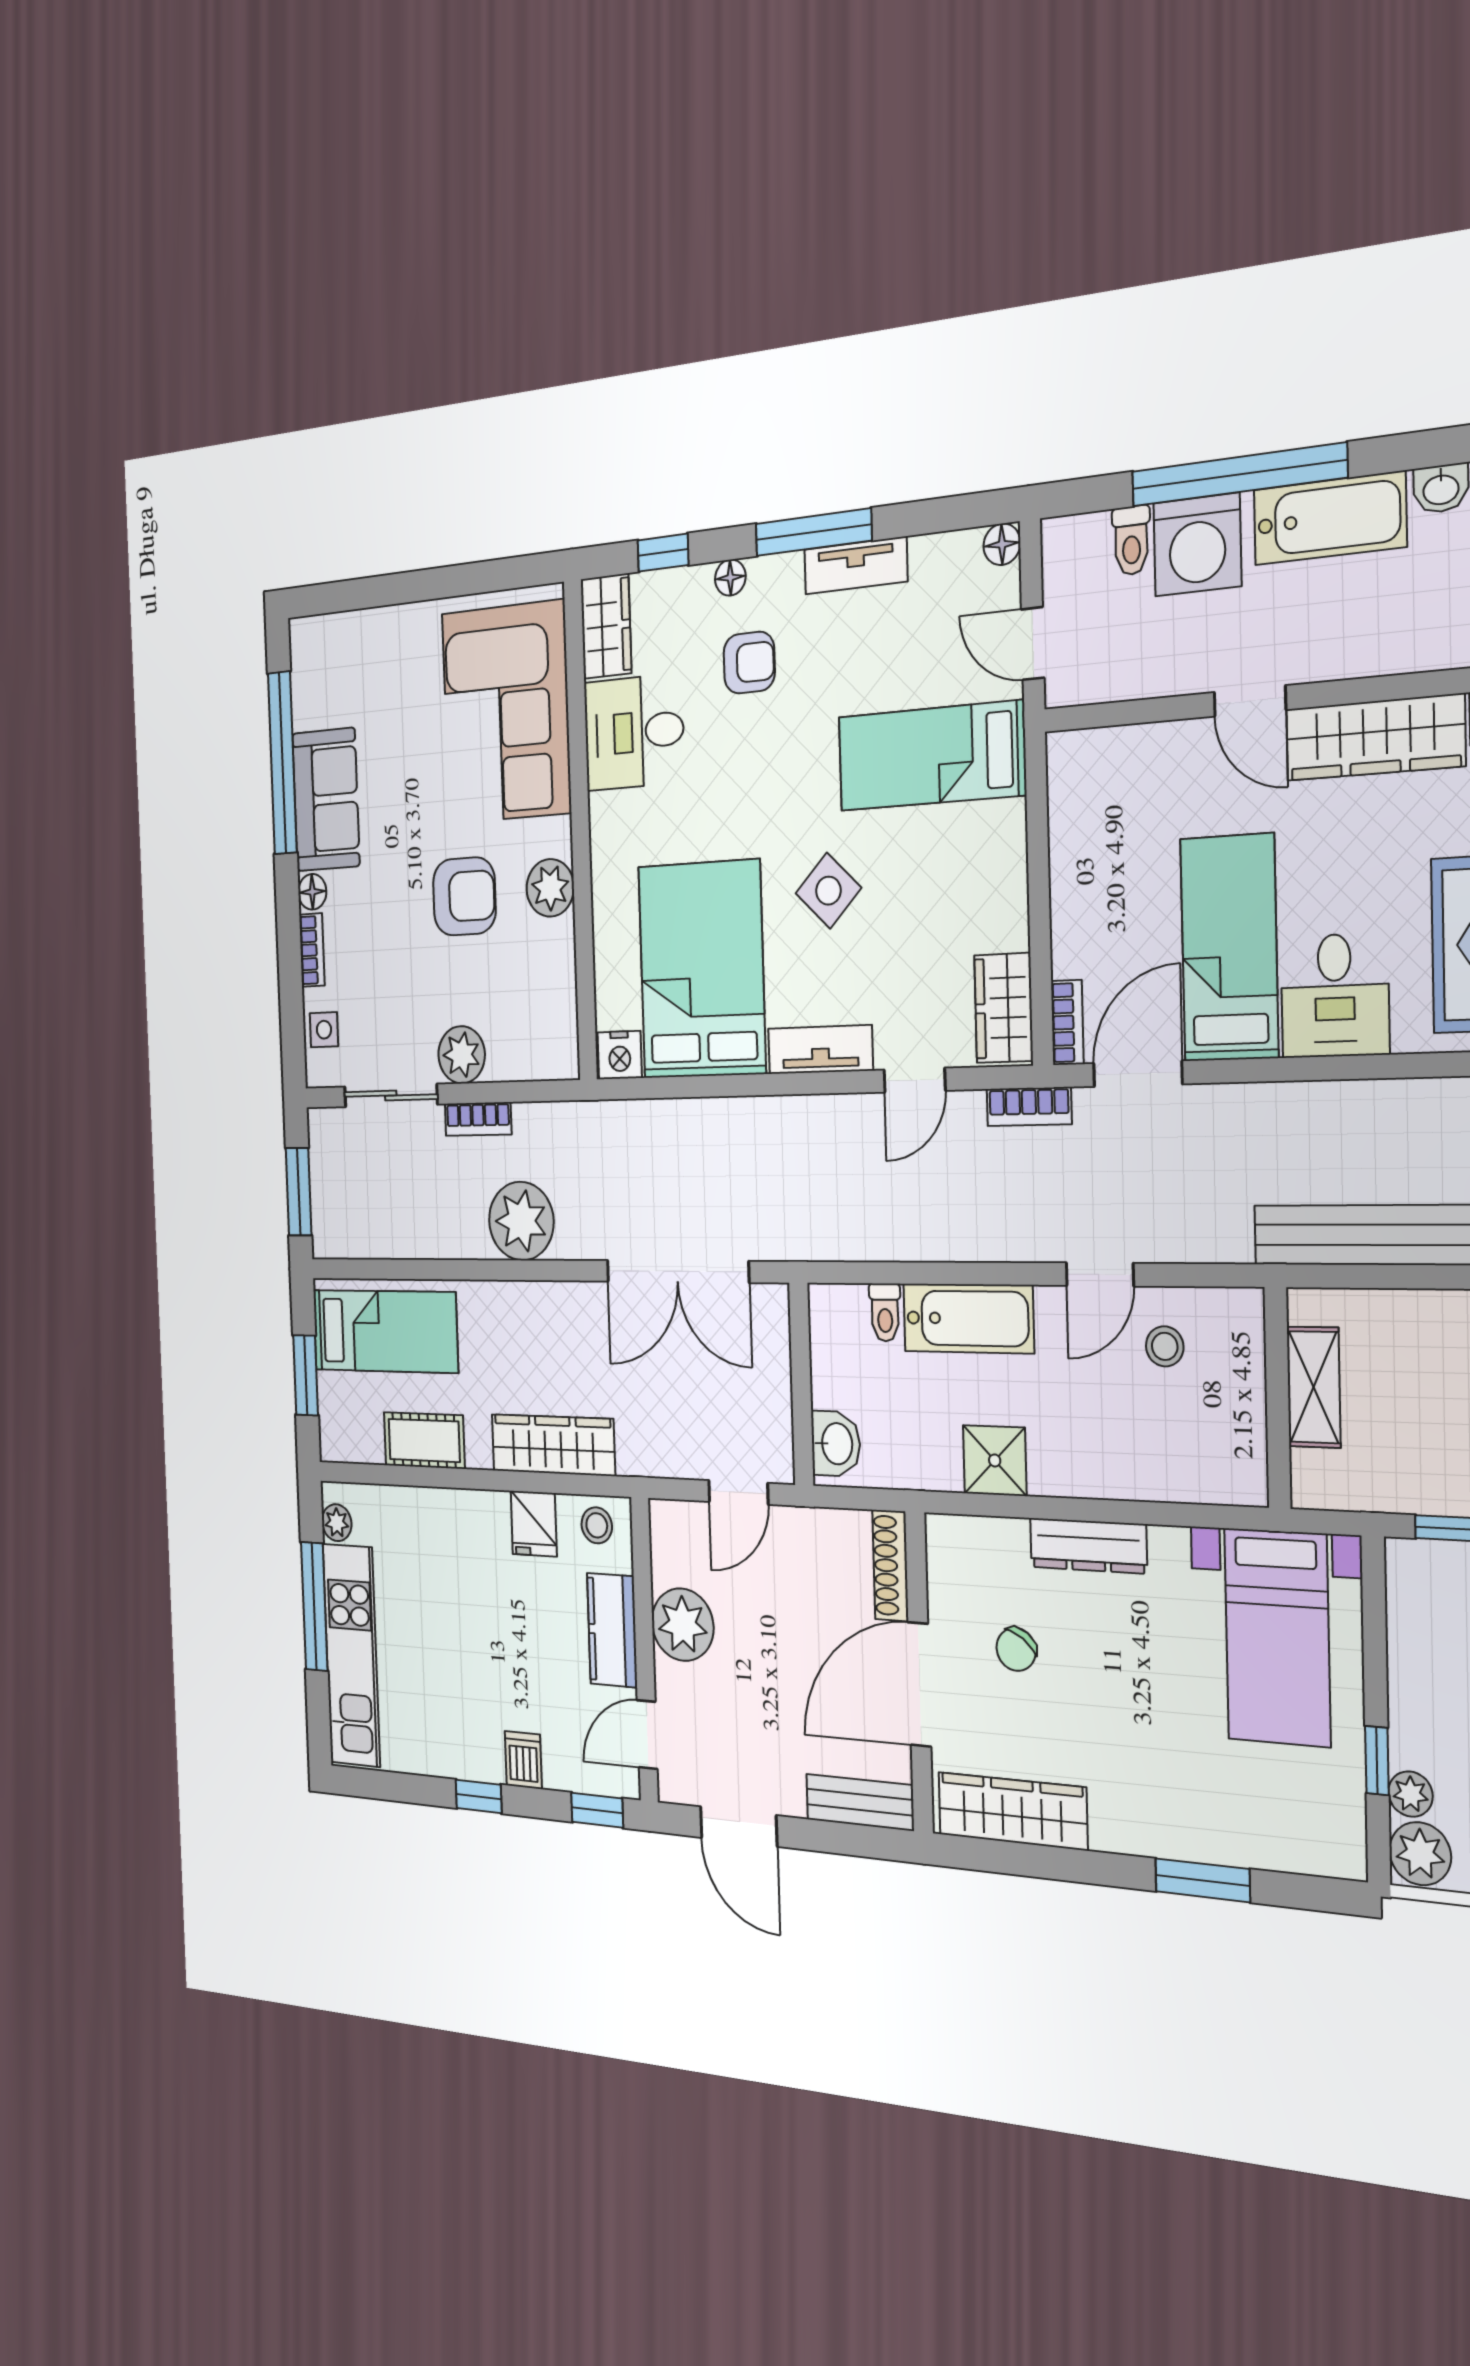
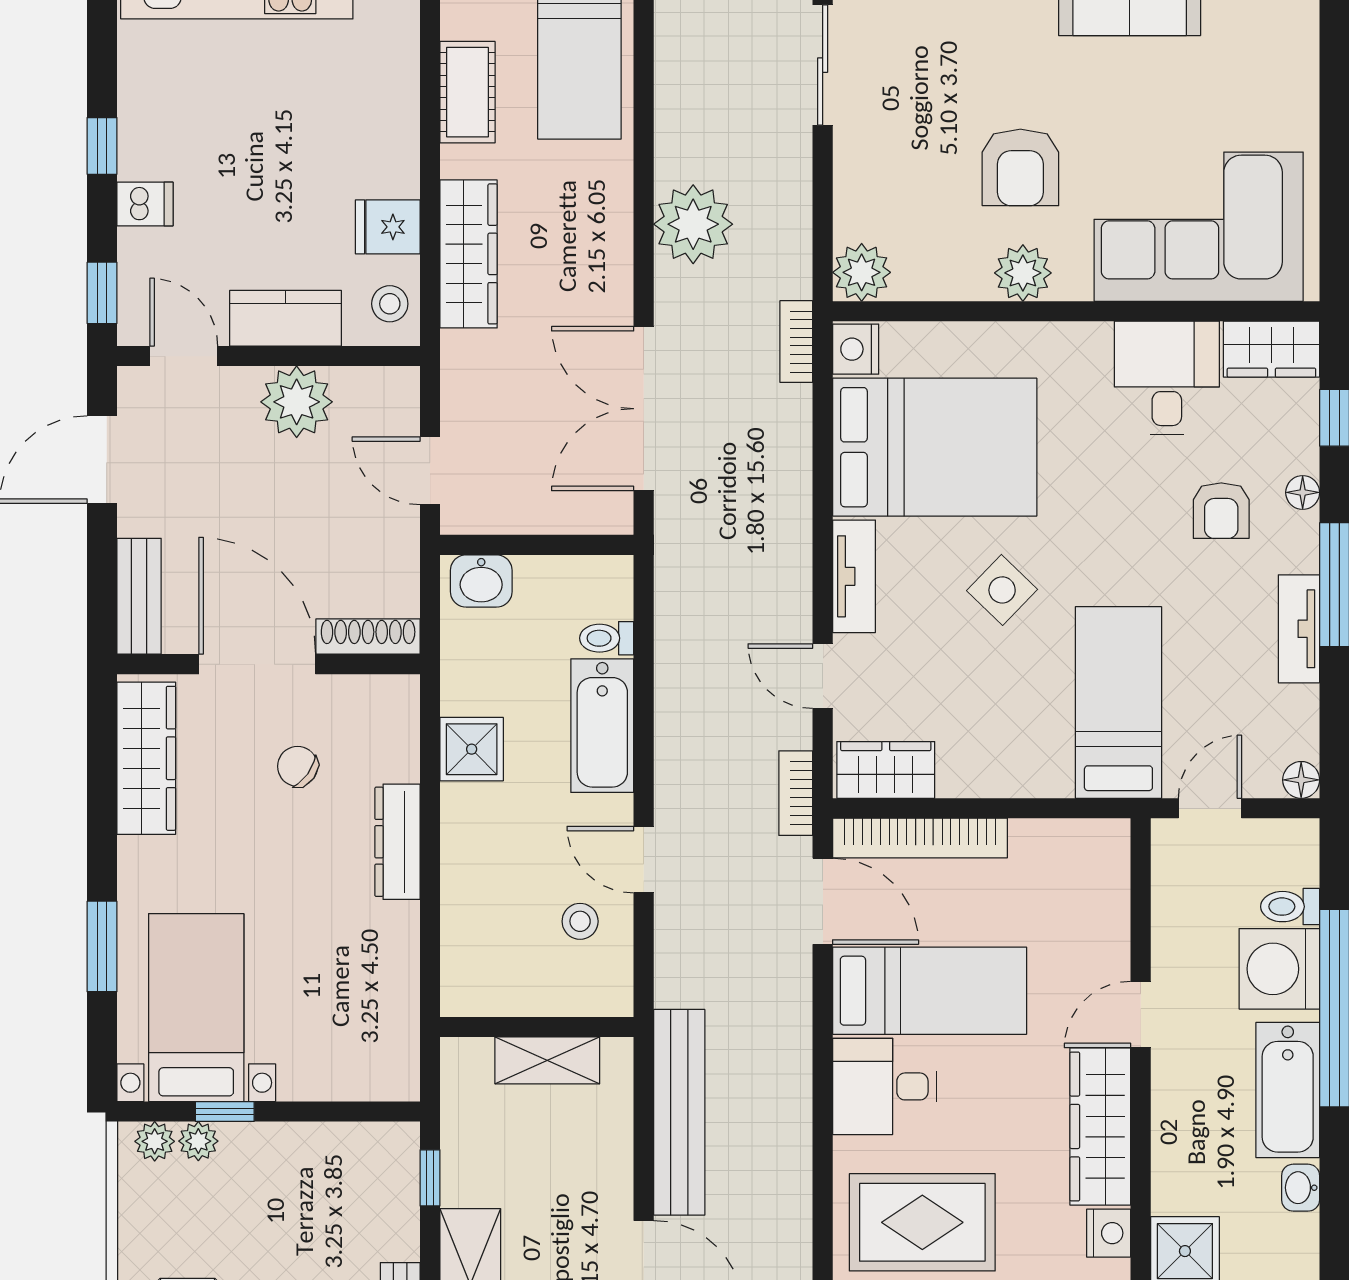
bookcase: (1067, 1022) -> (920, 838), width x2.31, depth x1.31
plant: (462, 1055) -> (862, 272), moved
bookcase: (478, 1119) -> (796, 342), moved
bed with nightstands: (1277, 1637) -> (196, 1008), moved, turned 90
plant: (1420, 1854) -> (155, 1141), width x0.73, depth x0.73

